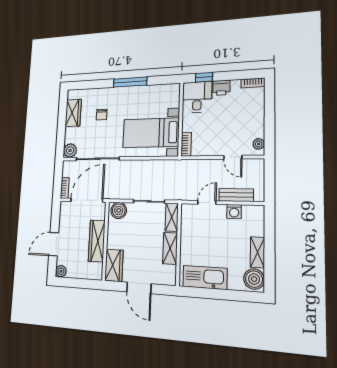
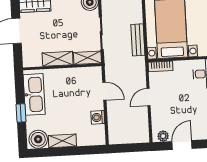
door: (269, 125) -> (182, 145), added
door: (233, 157) -> (149, 97), moved
bench: (236, 195) -> (138, 40), moved
window: (224, 295) -> (21, 113), added

